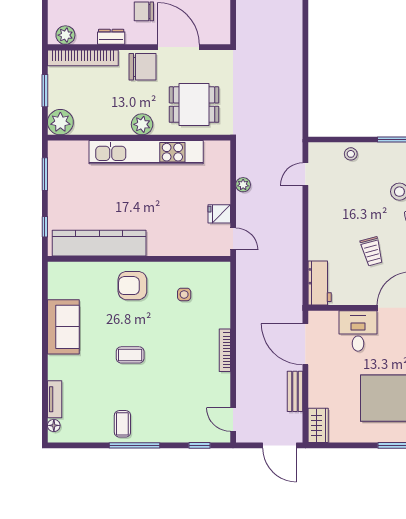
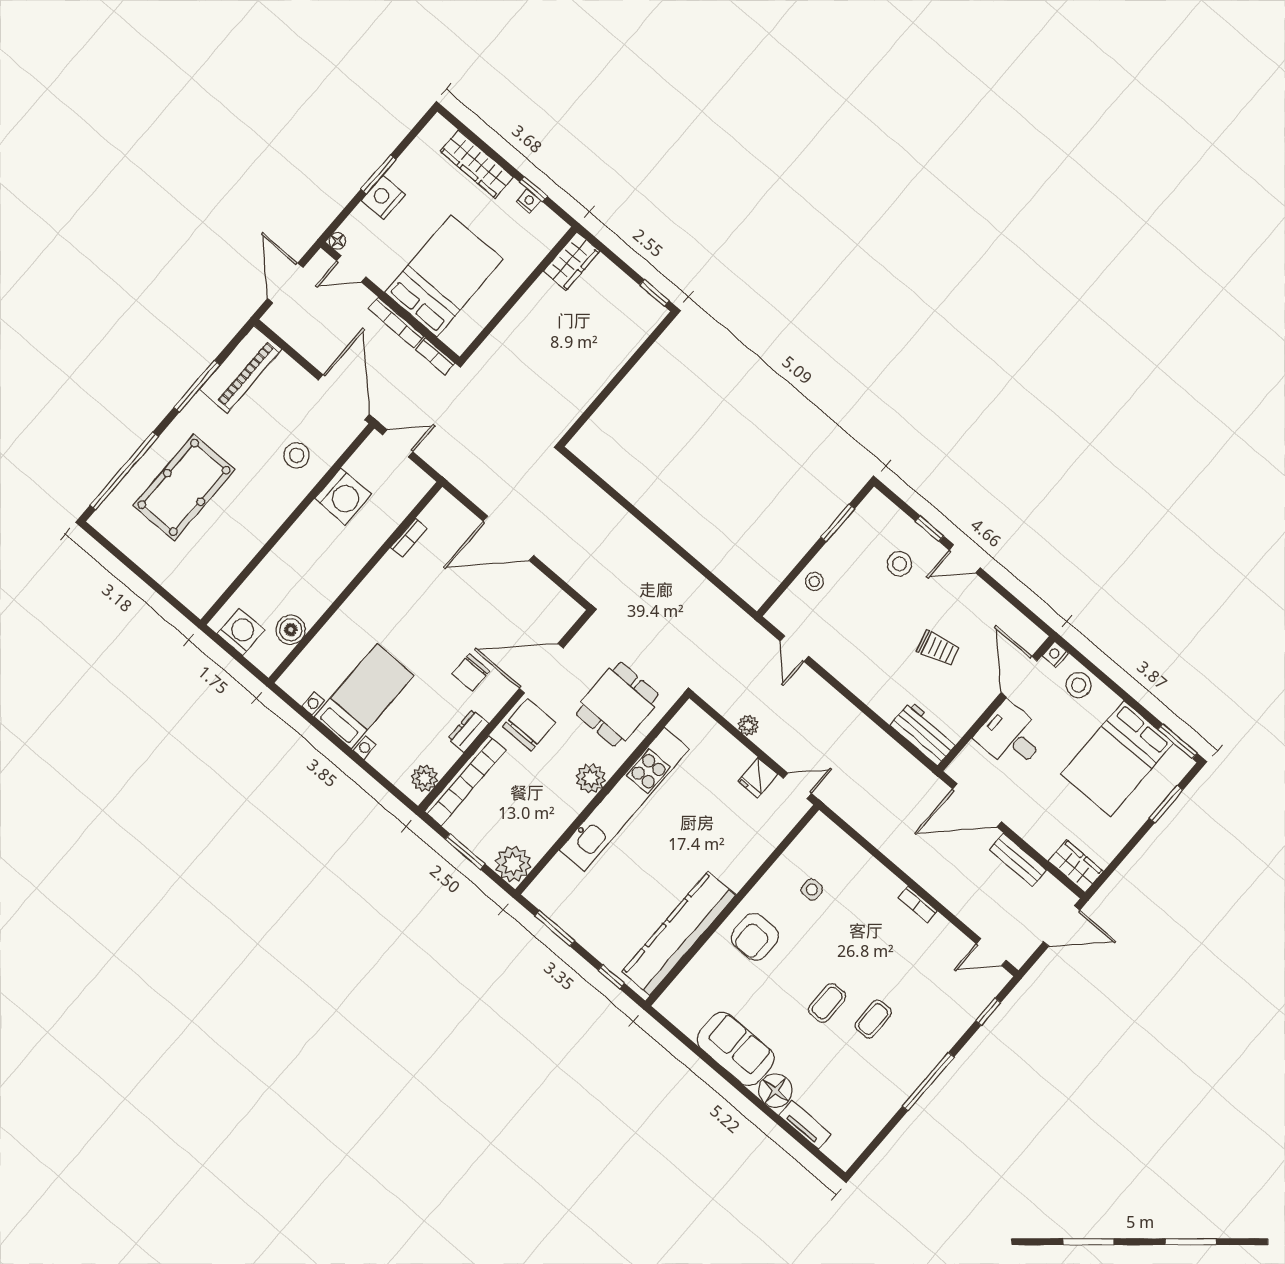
bookcase: (225, 350) -> (918, 904), width x0.64
coffee table: (122, 424) -> (873, 1019), moved, turned 90
floor lamp: (54, 425) -> (775, 1091), moved, width x1.89, depth x1.89

